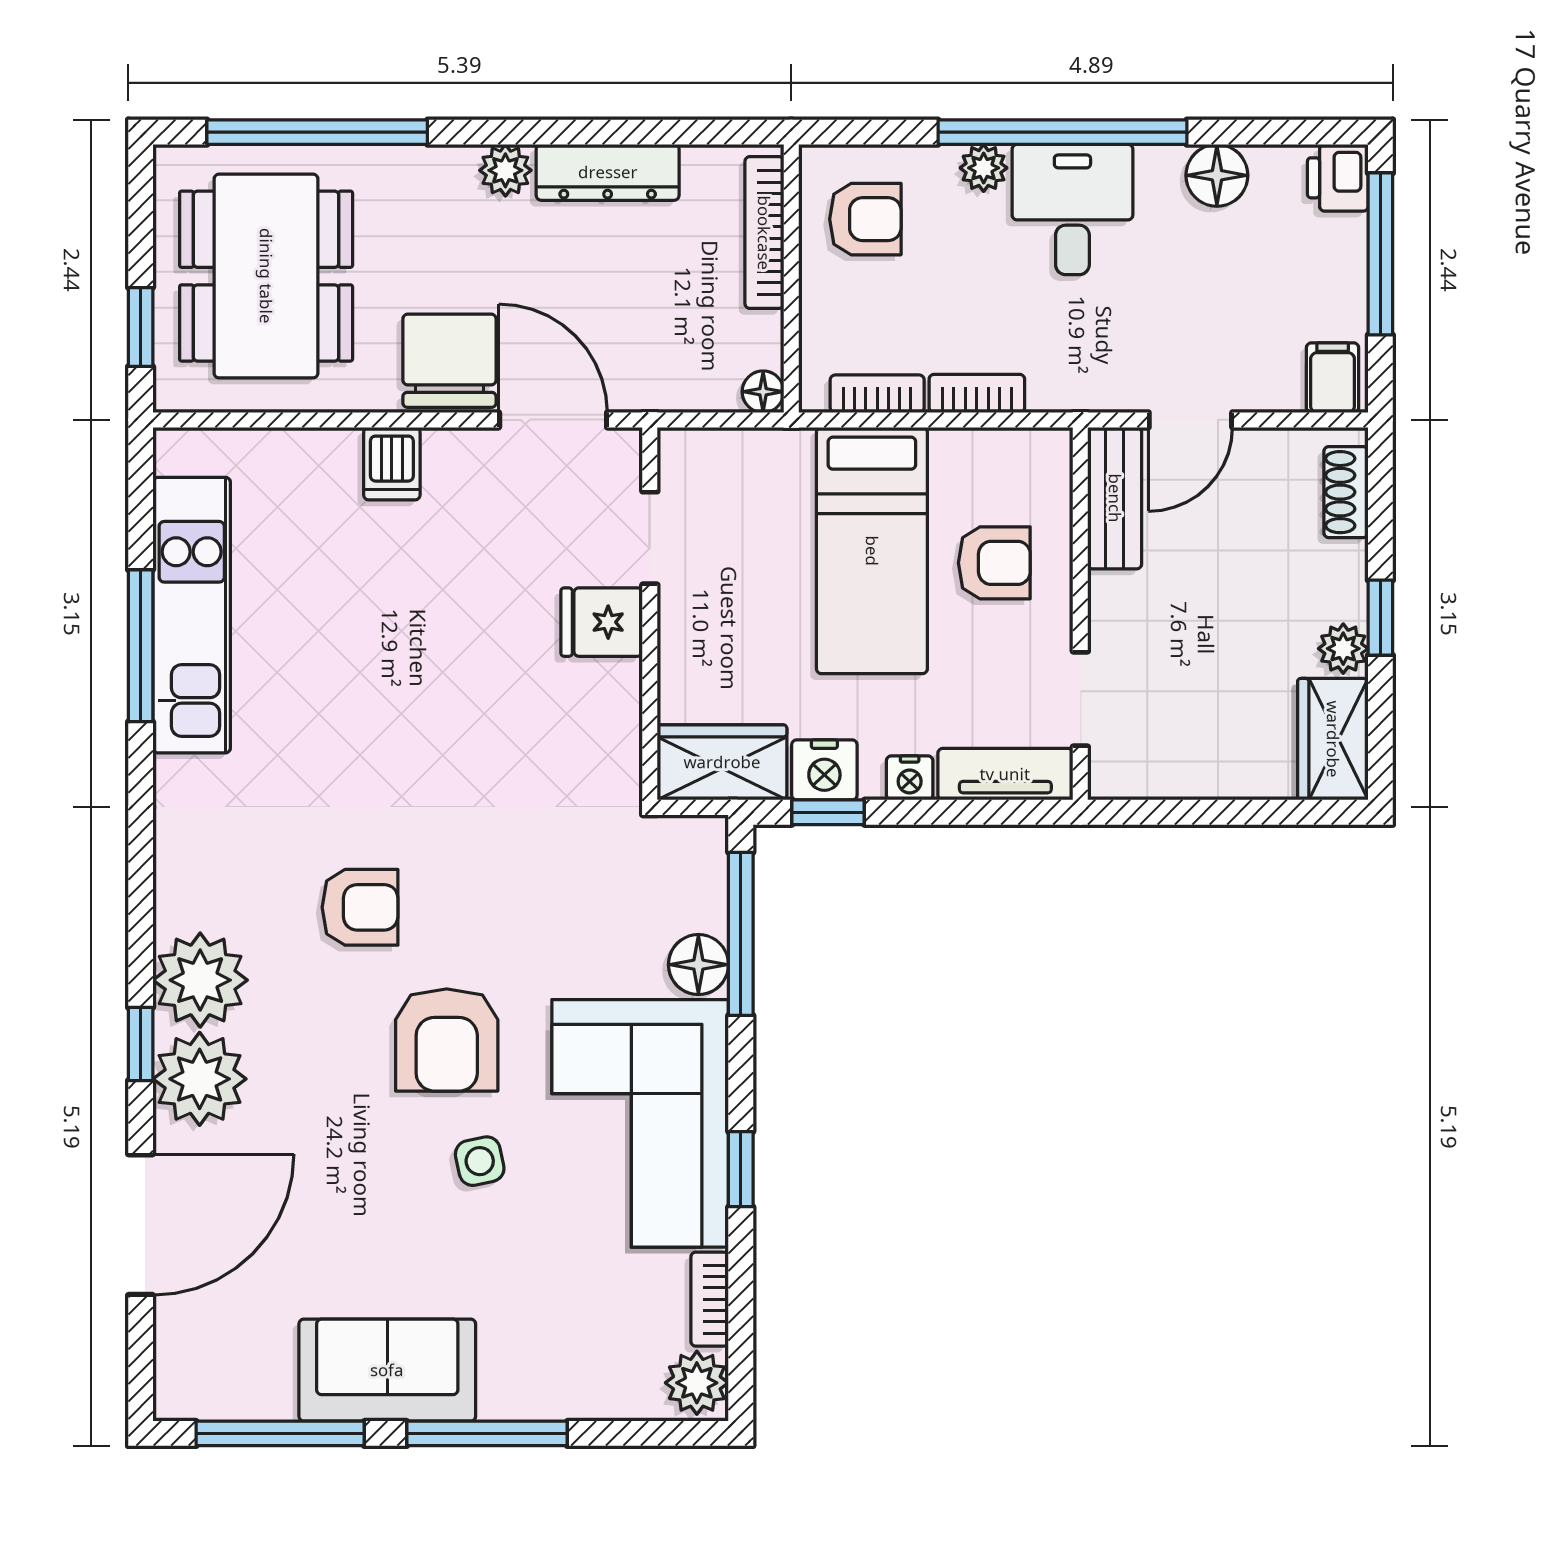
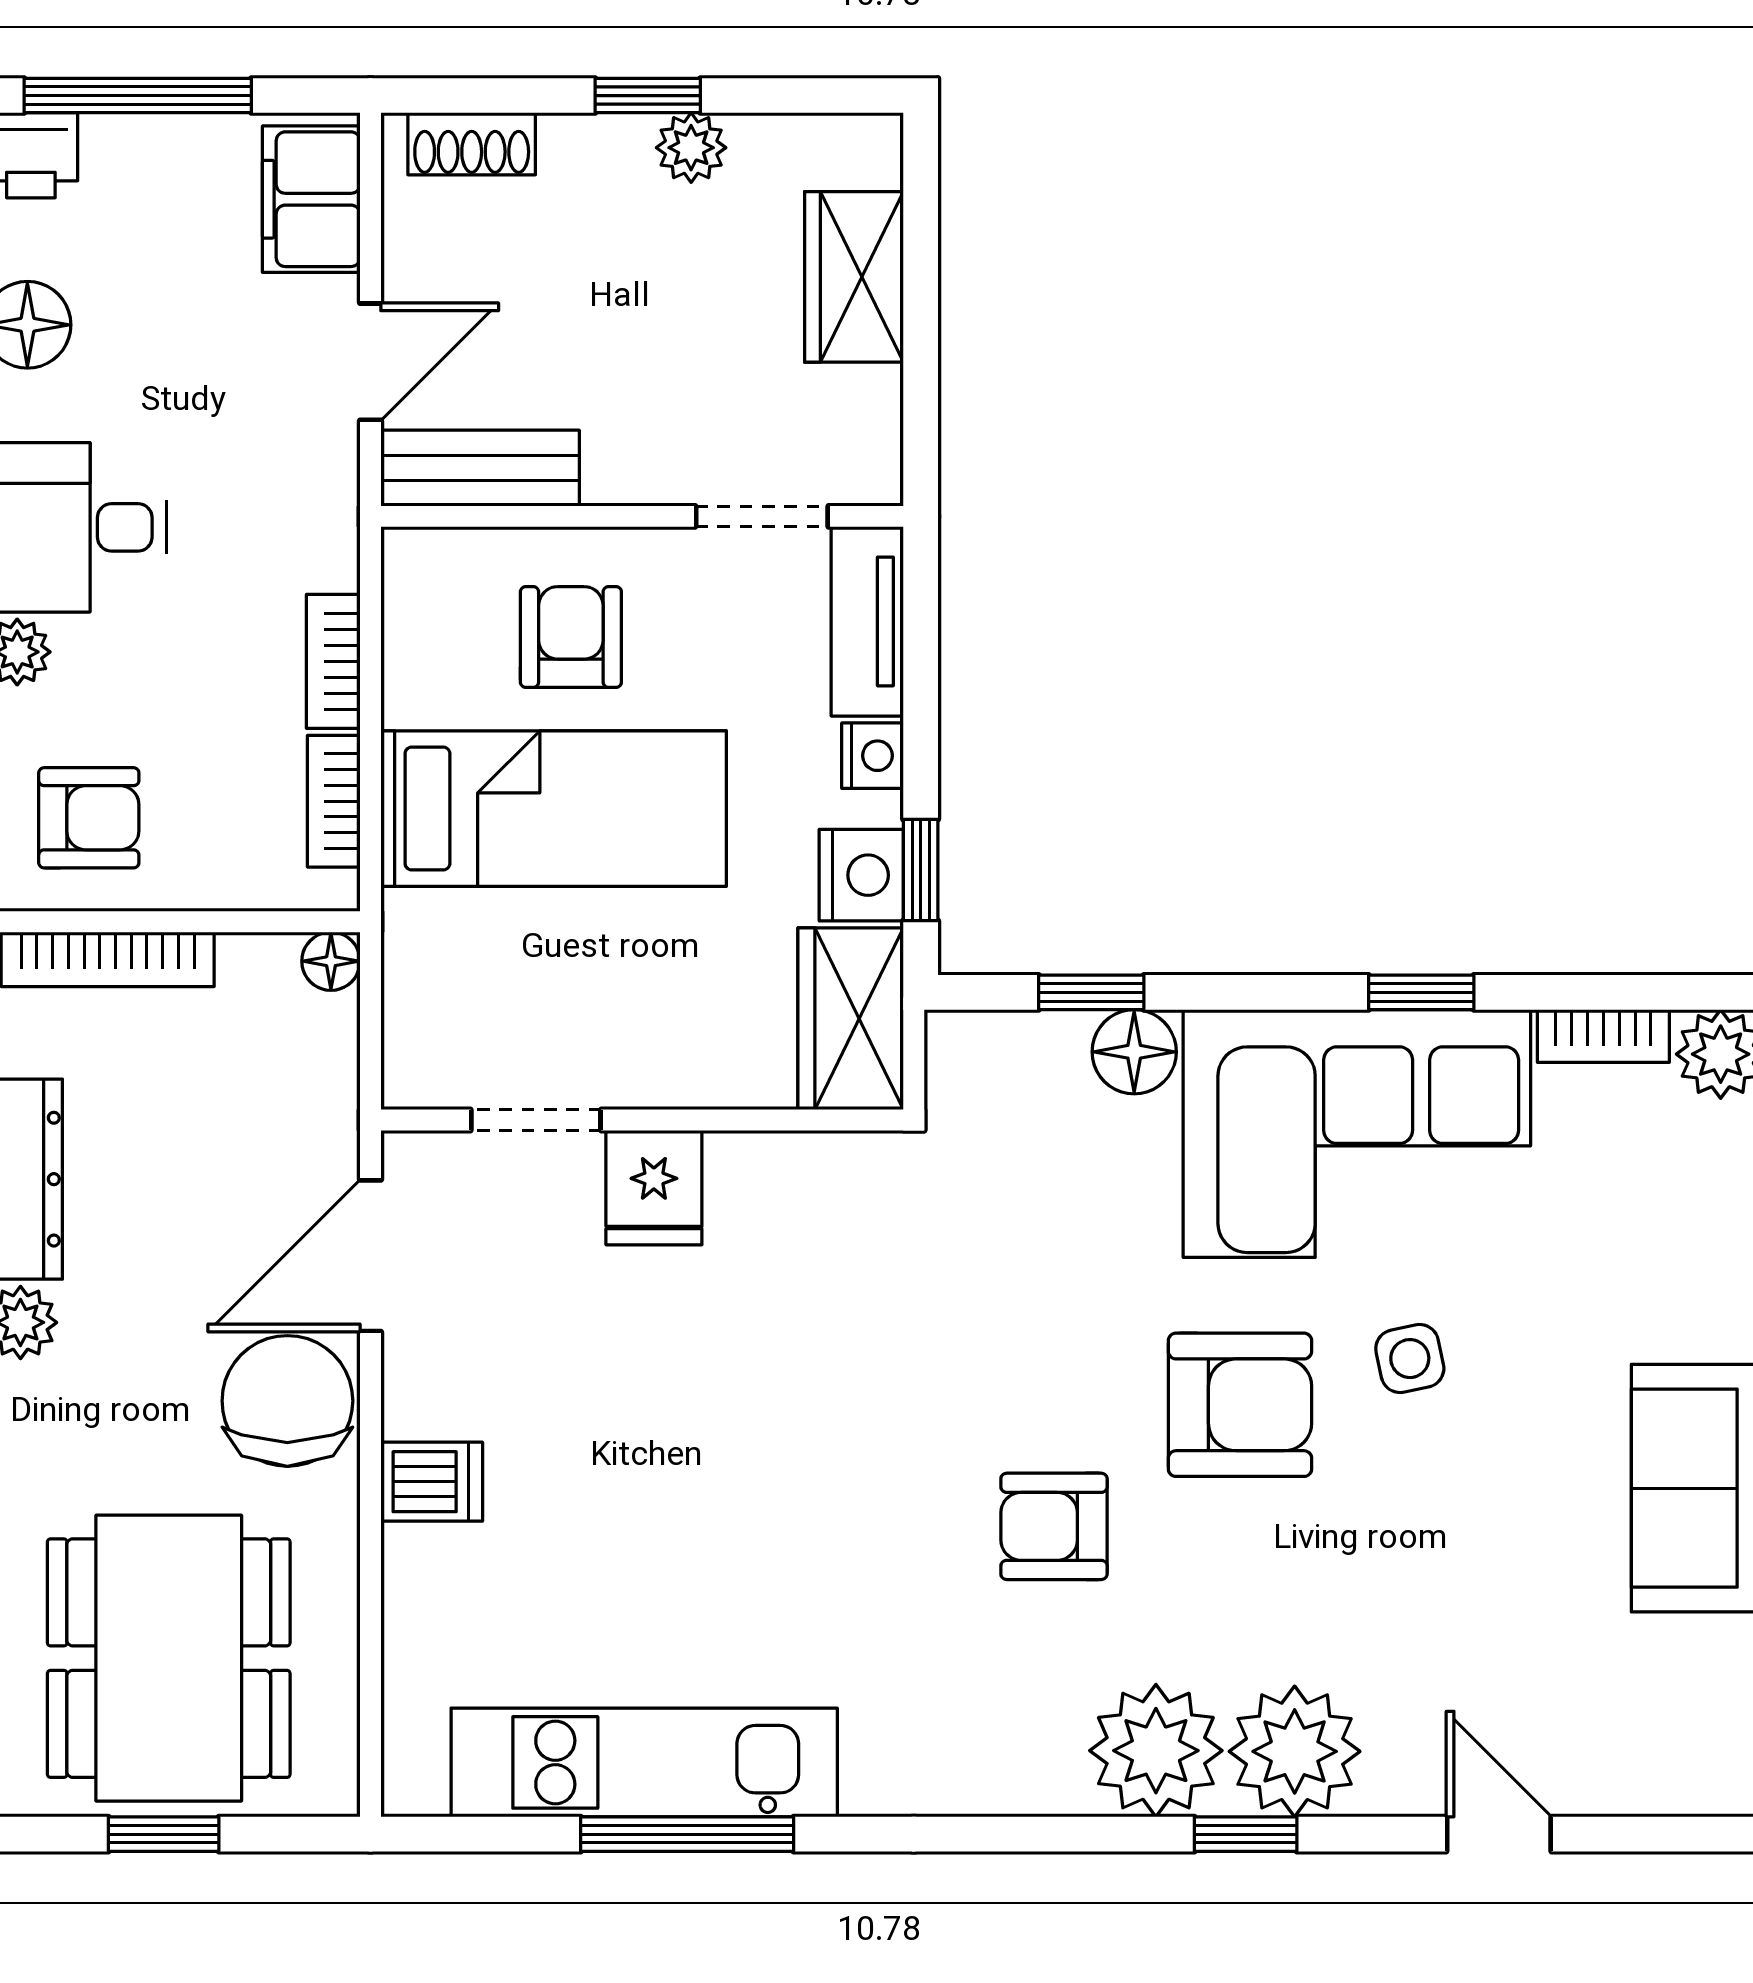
armchair: (865, 219) -> (89, 818), turned 90
dining table: (266, 276) -> (169, 1658), turned 90
window: (141, 327) -> (164, 1834), moved
chair: (449, 361) -> (287, 1401), turned 90
filing cabinet: (1333, 378) -> (311, 199), width x2.00
door: (1190, 420) -> (370, 362), hinge flipped
wardrobe: (1333, 739) -> (854, 277), moved, turned 90
armchair: (360, 907) -> (1054, 1526), turned -90
window: (741, 934) -> (1091, 992), width x0.46
door: (141, 1225) -> (1499, 1834), width x0.53

